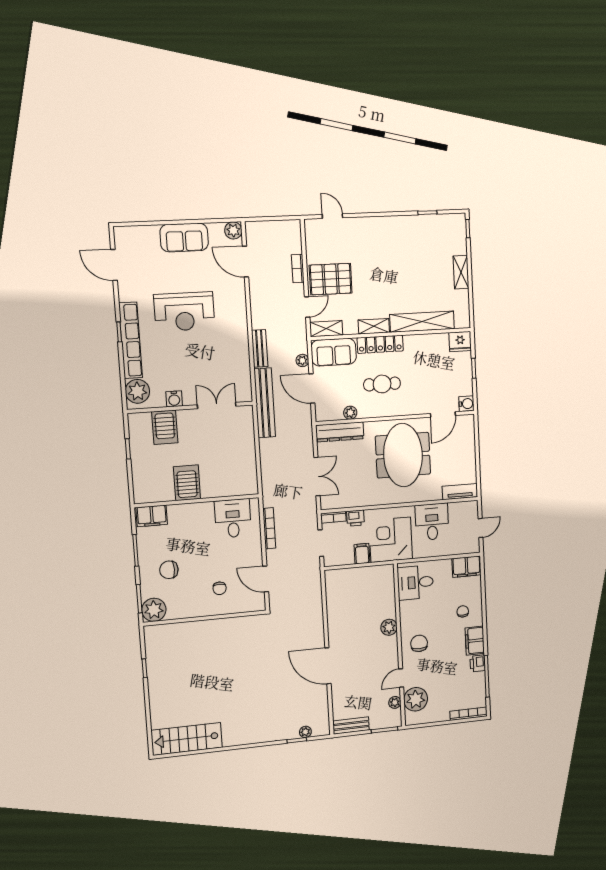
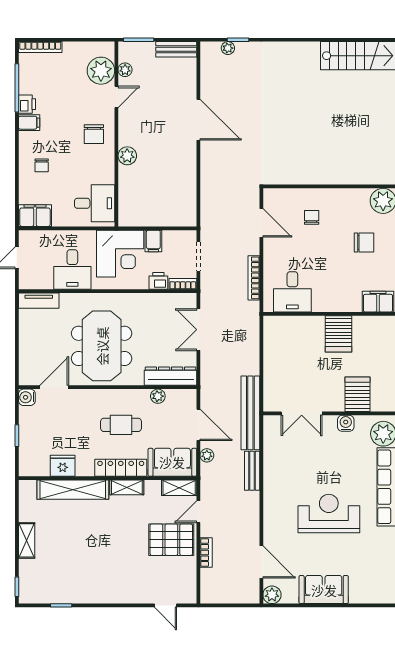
fridge: (460, 341) -> (63, 466), moved
filing cabinet: (475, 641) -> (29, 123), width x0.50

